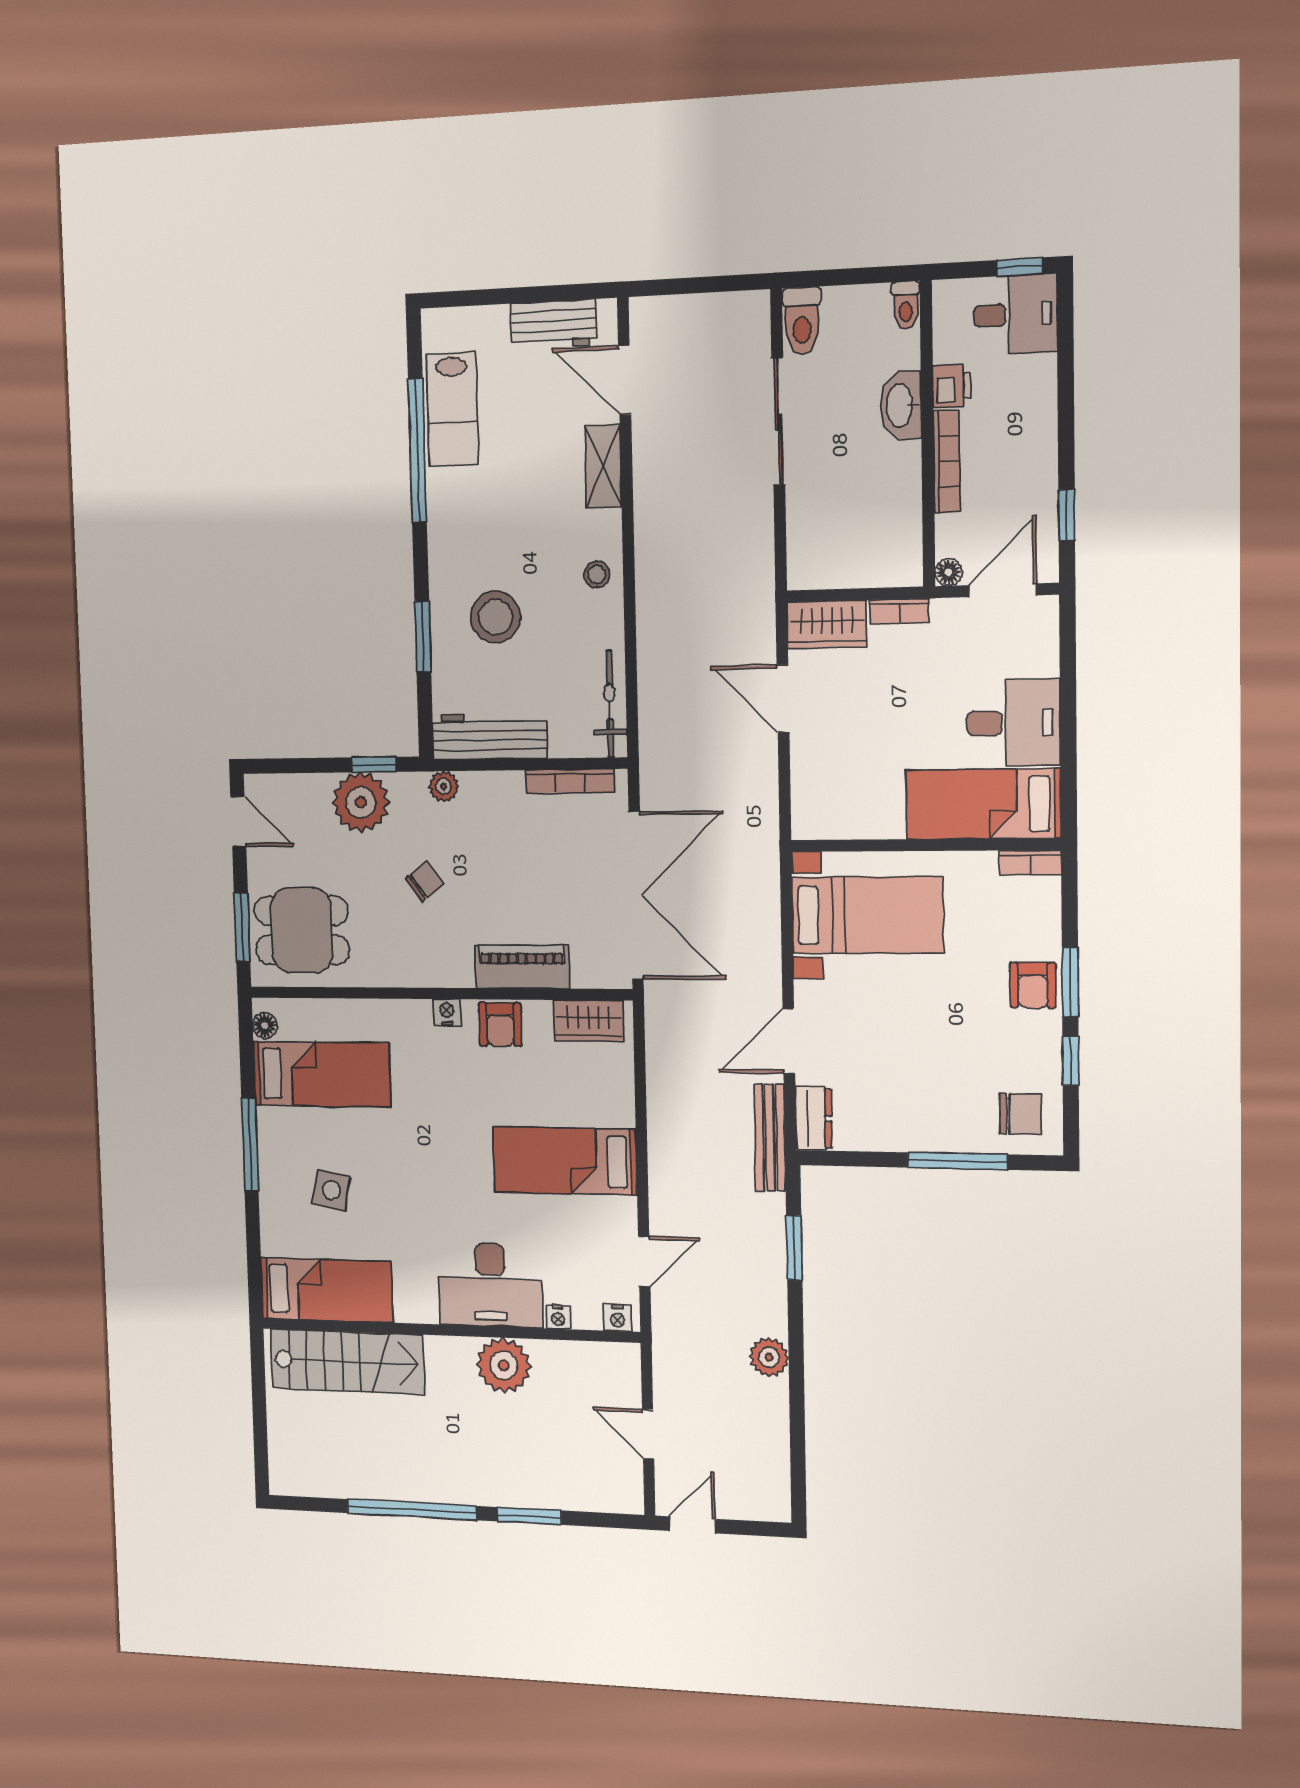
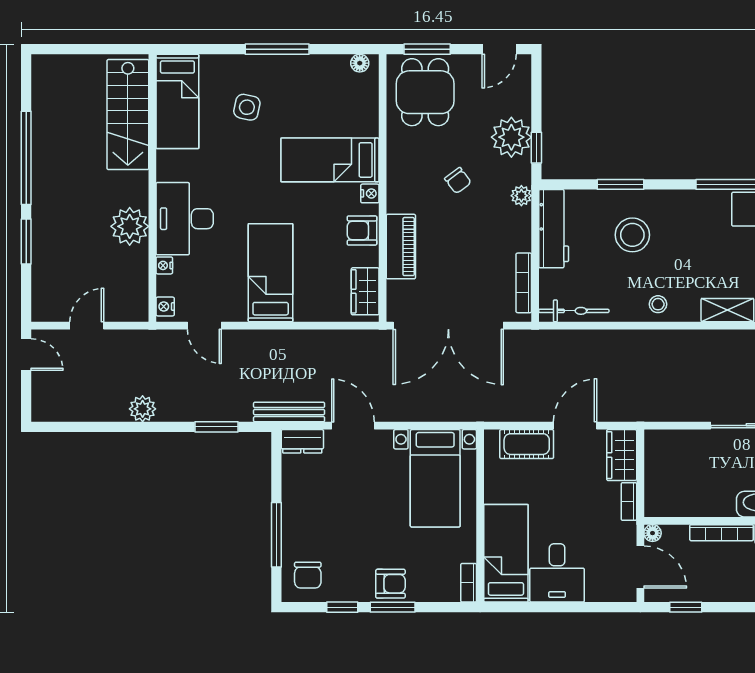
cot: (812, 774) -> (527, 444), added
armchair: (1033, 985) -> (390, 584), turned 180
bed: (322, 1074) -> (330, 160), moved, turned 90

